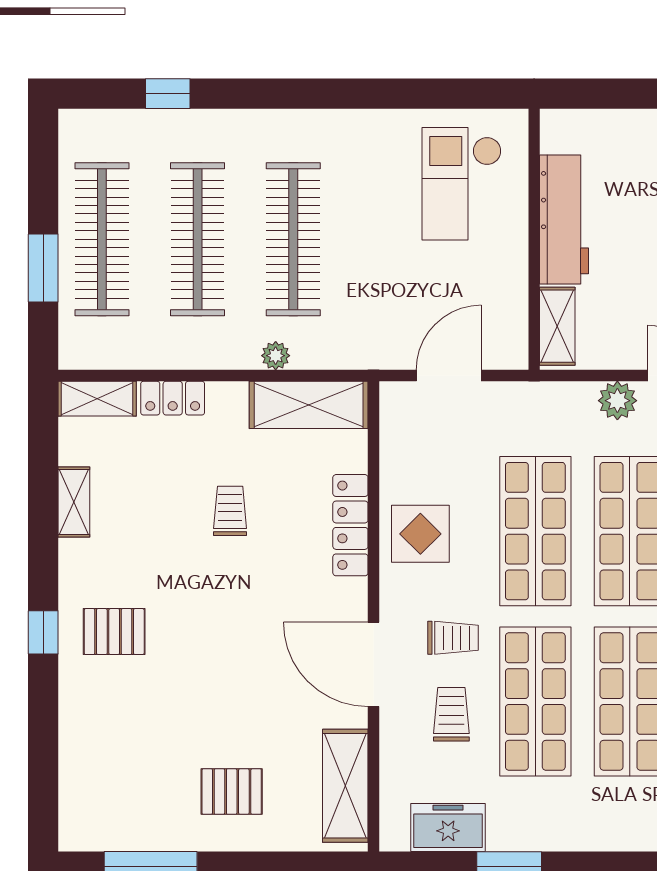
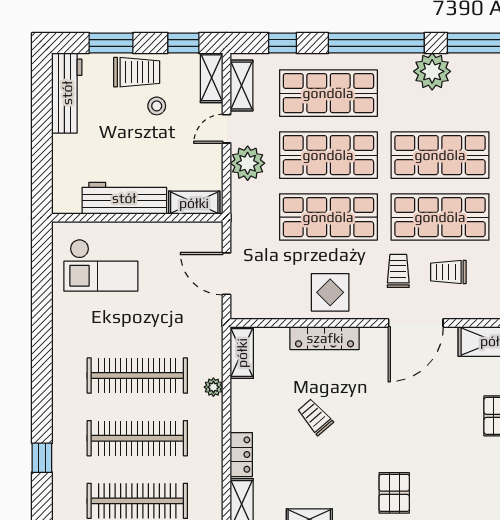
plant: (617, 401) -> (248, 163), width x1.36, depth x1.36
shelving: (309, 405) -> (242, 353), width x0.67, depth x0.75
trolley: (230, 511) -> (315, 417), turned 49

